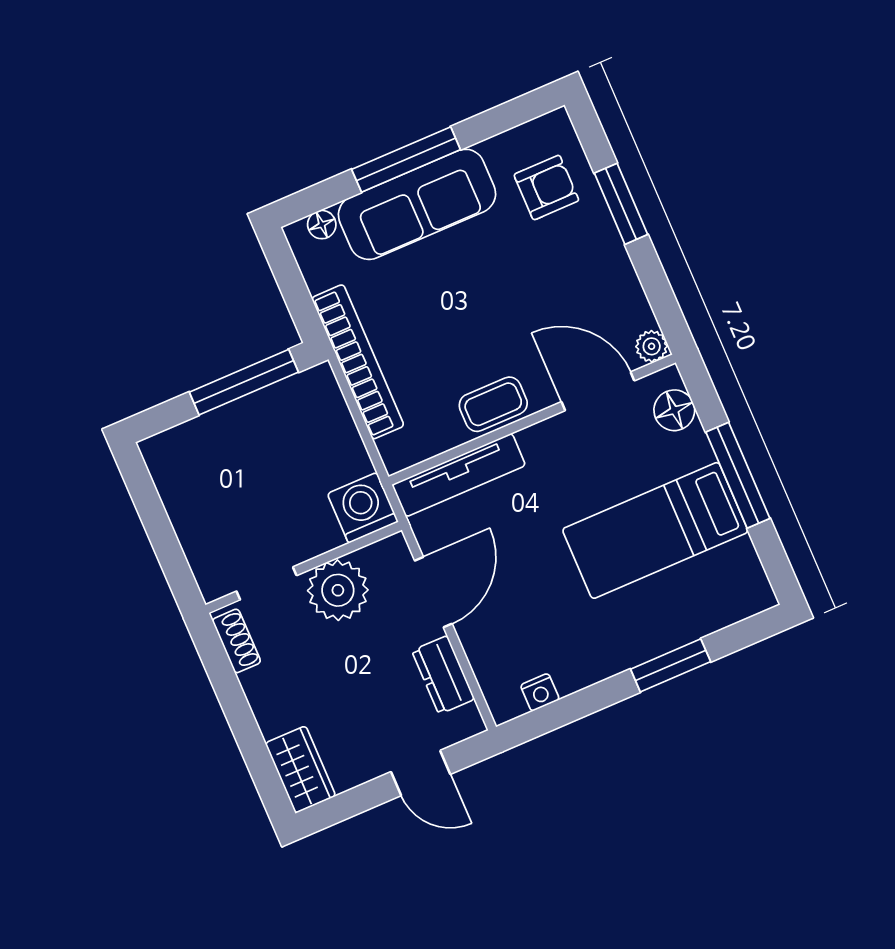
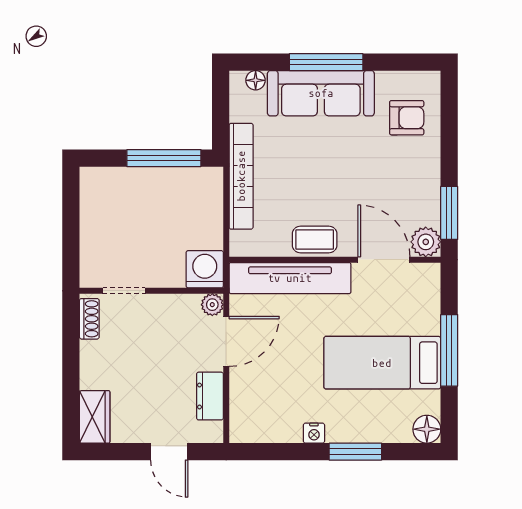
window: (621, 204) -> (449, 213), moved
plant: (652, 346) -> (426, 242), width x1.38, depth x1.38
floor lamp: (674, 410) -> (427, 429), moved
tv unit: (459, 475) -> (290, 278), width x1.36, depth x1.29
plant: (338, 590) -> (212, 305), moved, width x0.53, depth x0.53
nightstand: (540, 692) -> (314, 433), moved

